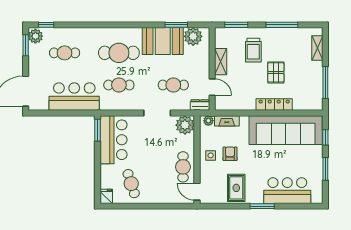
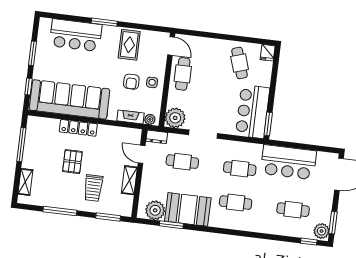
trolley: (253, 50) -> (93, 188), turned 180
cafe table: (119, 53) -> (236, 203), width x0.73, depth x0.74

